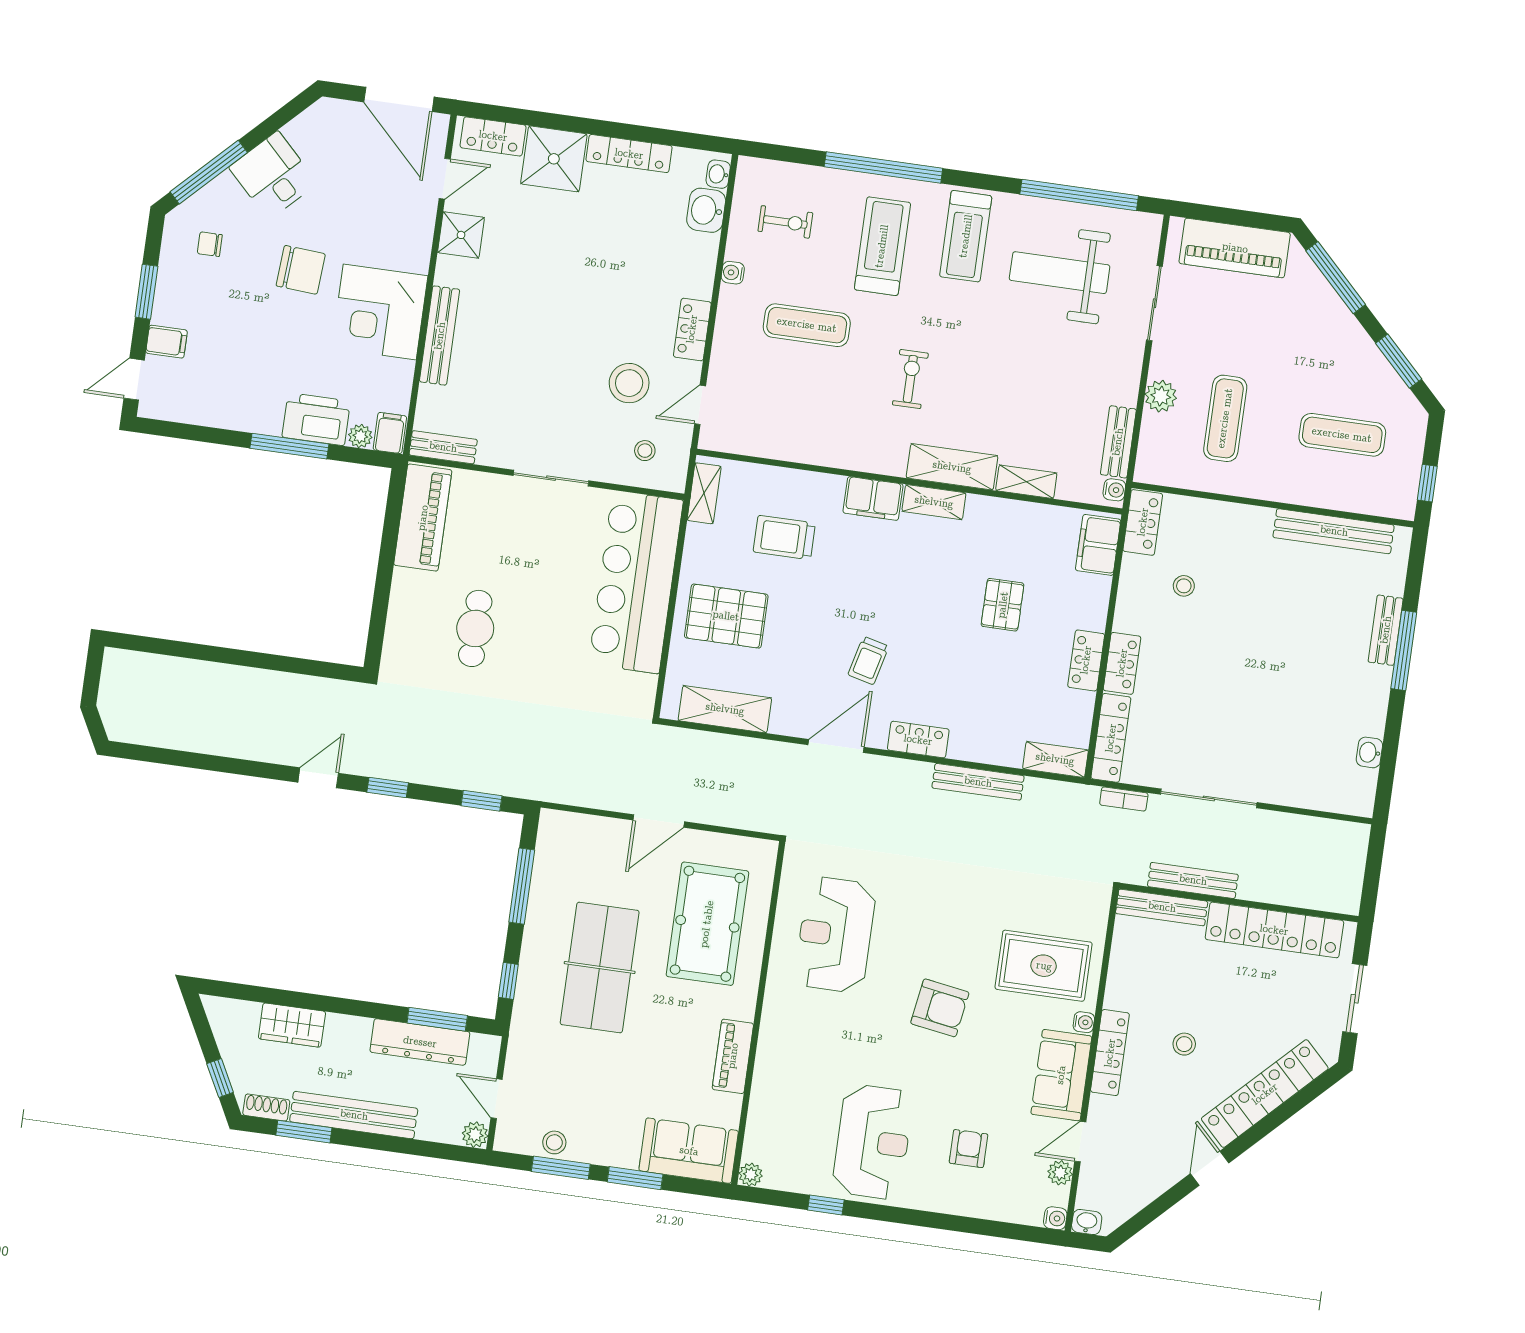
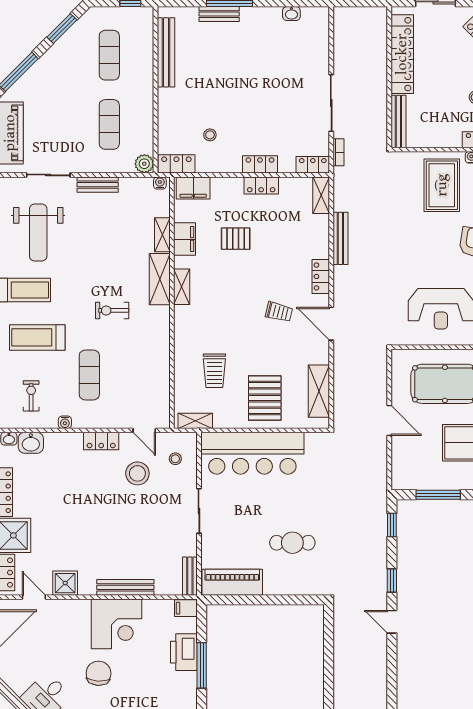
plant: (1161, 396) -> (144, 164), moved
exercise mat: (1225, 418) -> (109, 124), turned 90
plant: (360, 436) -> (190, 625), removed
bench: (1118, 442) -> (98, 185), moved
filing cabinet: (873, 498) -> (185, 239), moved
locker: (1111, 738) -> (313, 165), width x0.66
bench: (1193, 880) -> (380, 106), removed

